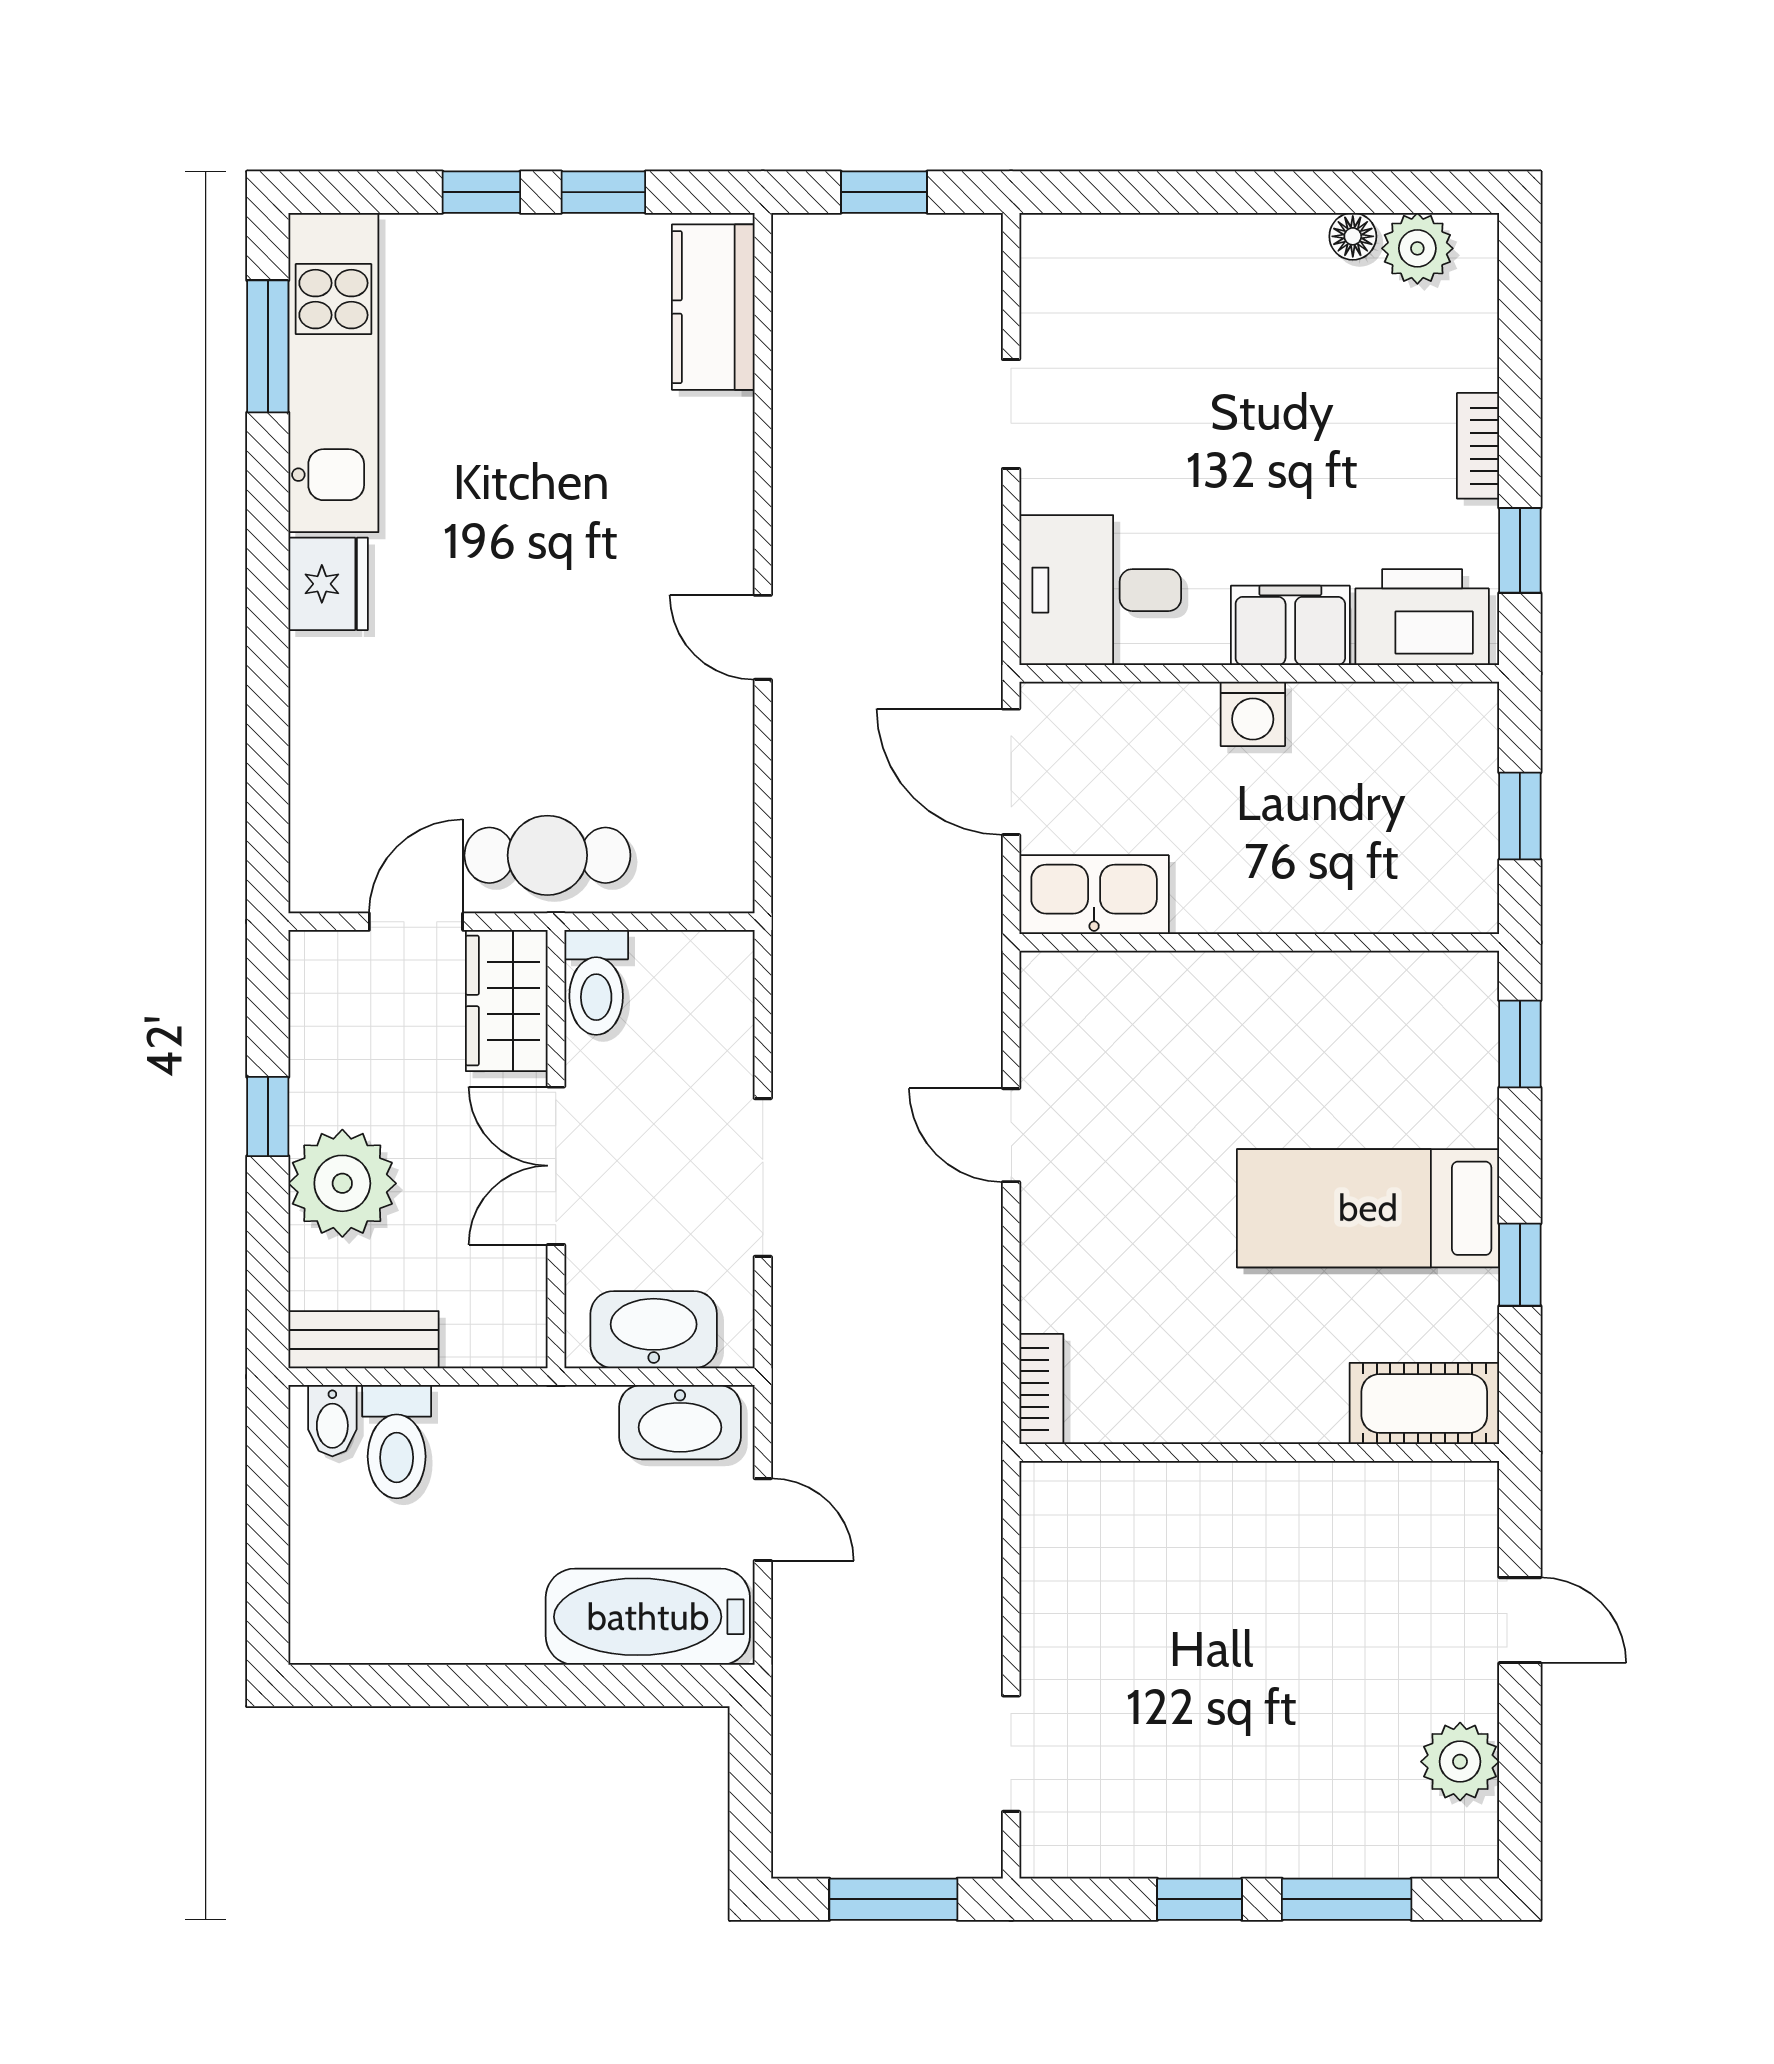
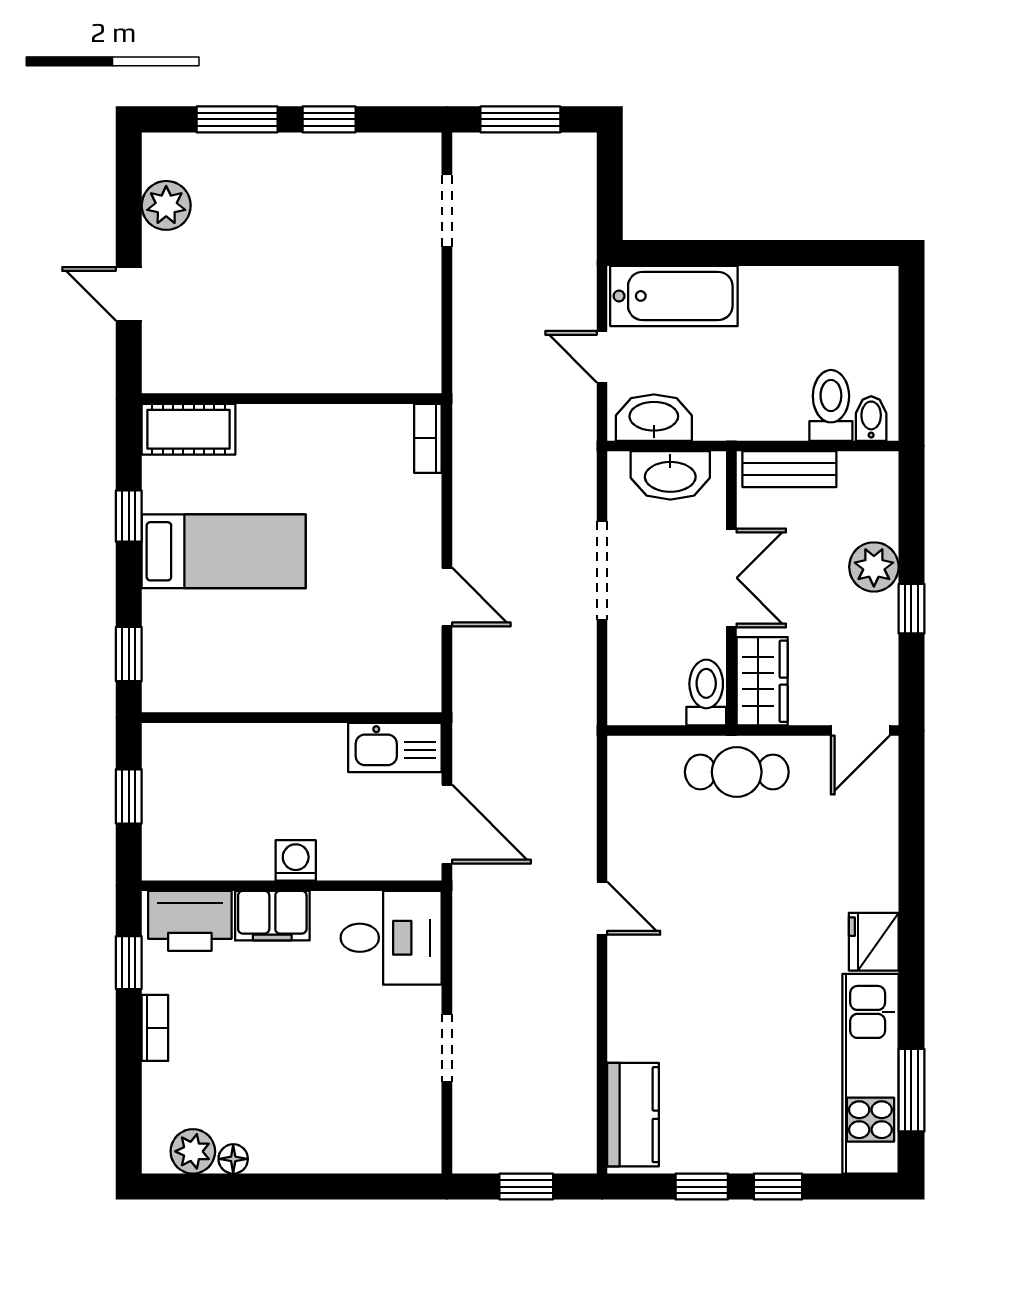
door: (416, 922) -> (860, 731), moved
plant: (342, 1183) -> (874, 567), width x0.73, depth x0.73
bench: (364, 1340) -> (789, 469), moved

